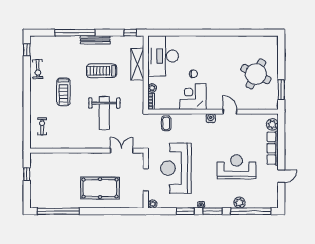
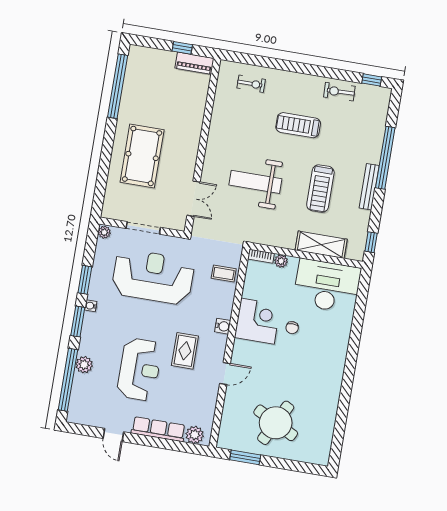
treadmill: (102, 71) -> (320, 189), turned 180
water cooler: (211, 118) -> (223, 326), moved
rug: (220, 140) -> (185, 351), added
piano: (35, 165) -> (194, 63), added

